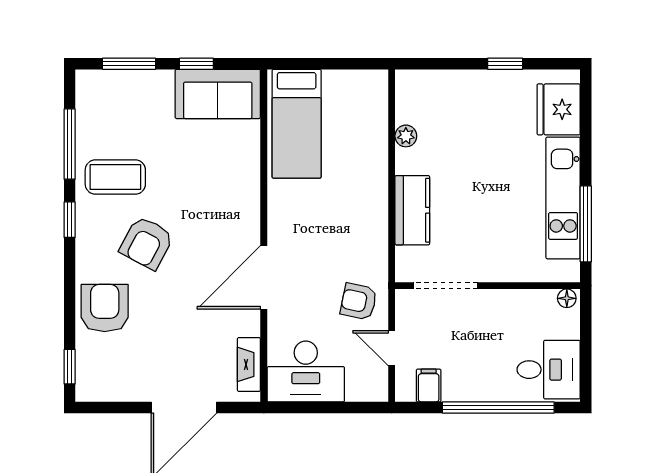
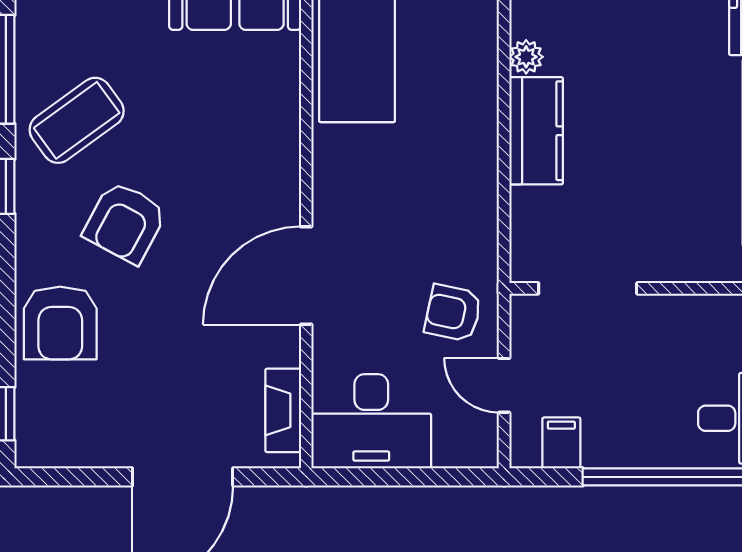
coffee table: (115, 177) -> (77, 120), turned -36
kitchen counter: (412, 210) -> (536, 131), moved
armchair: (105, 308) -> (60, 323), turned 180

